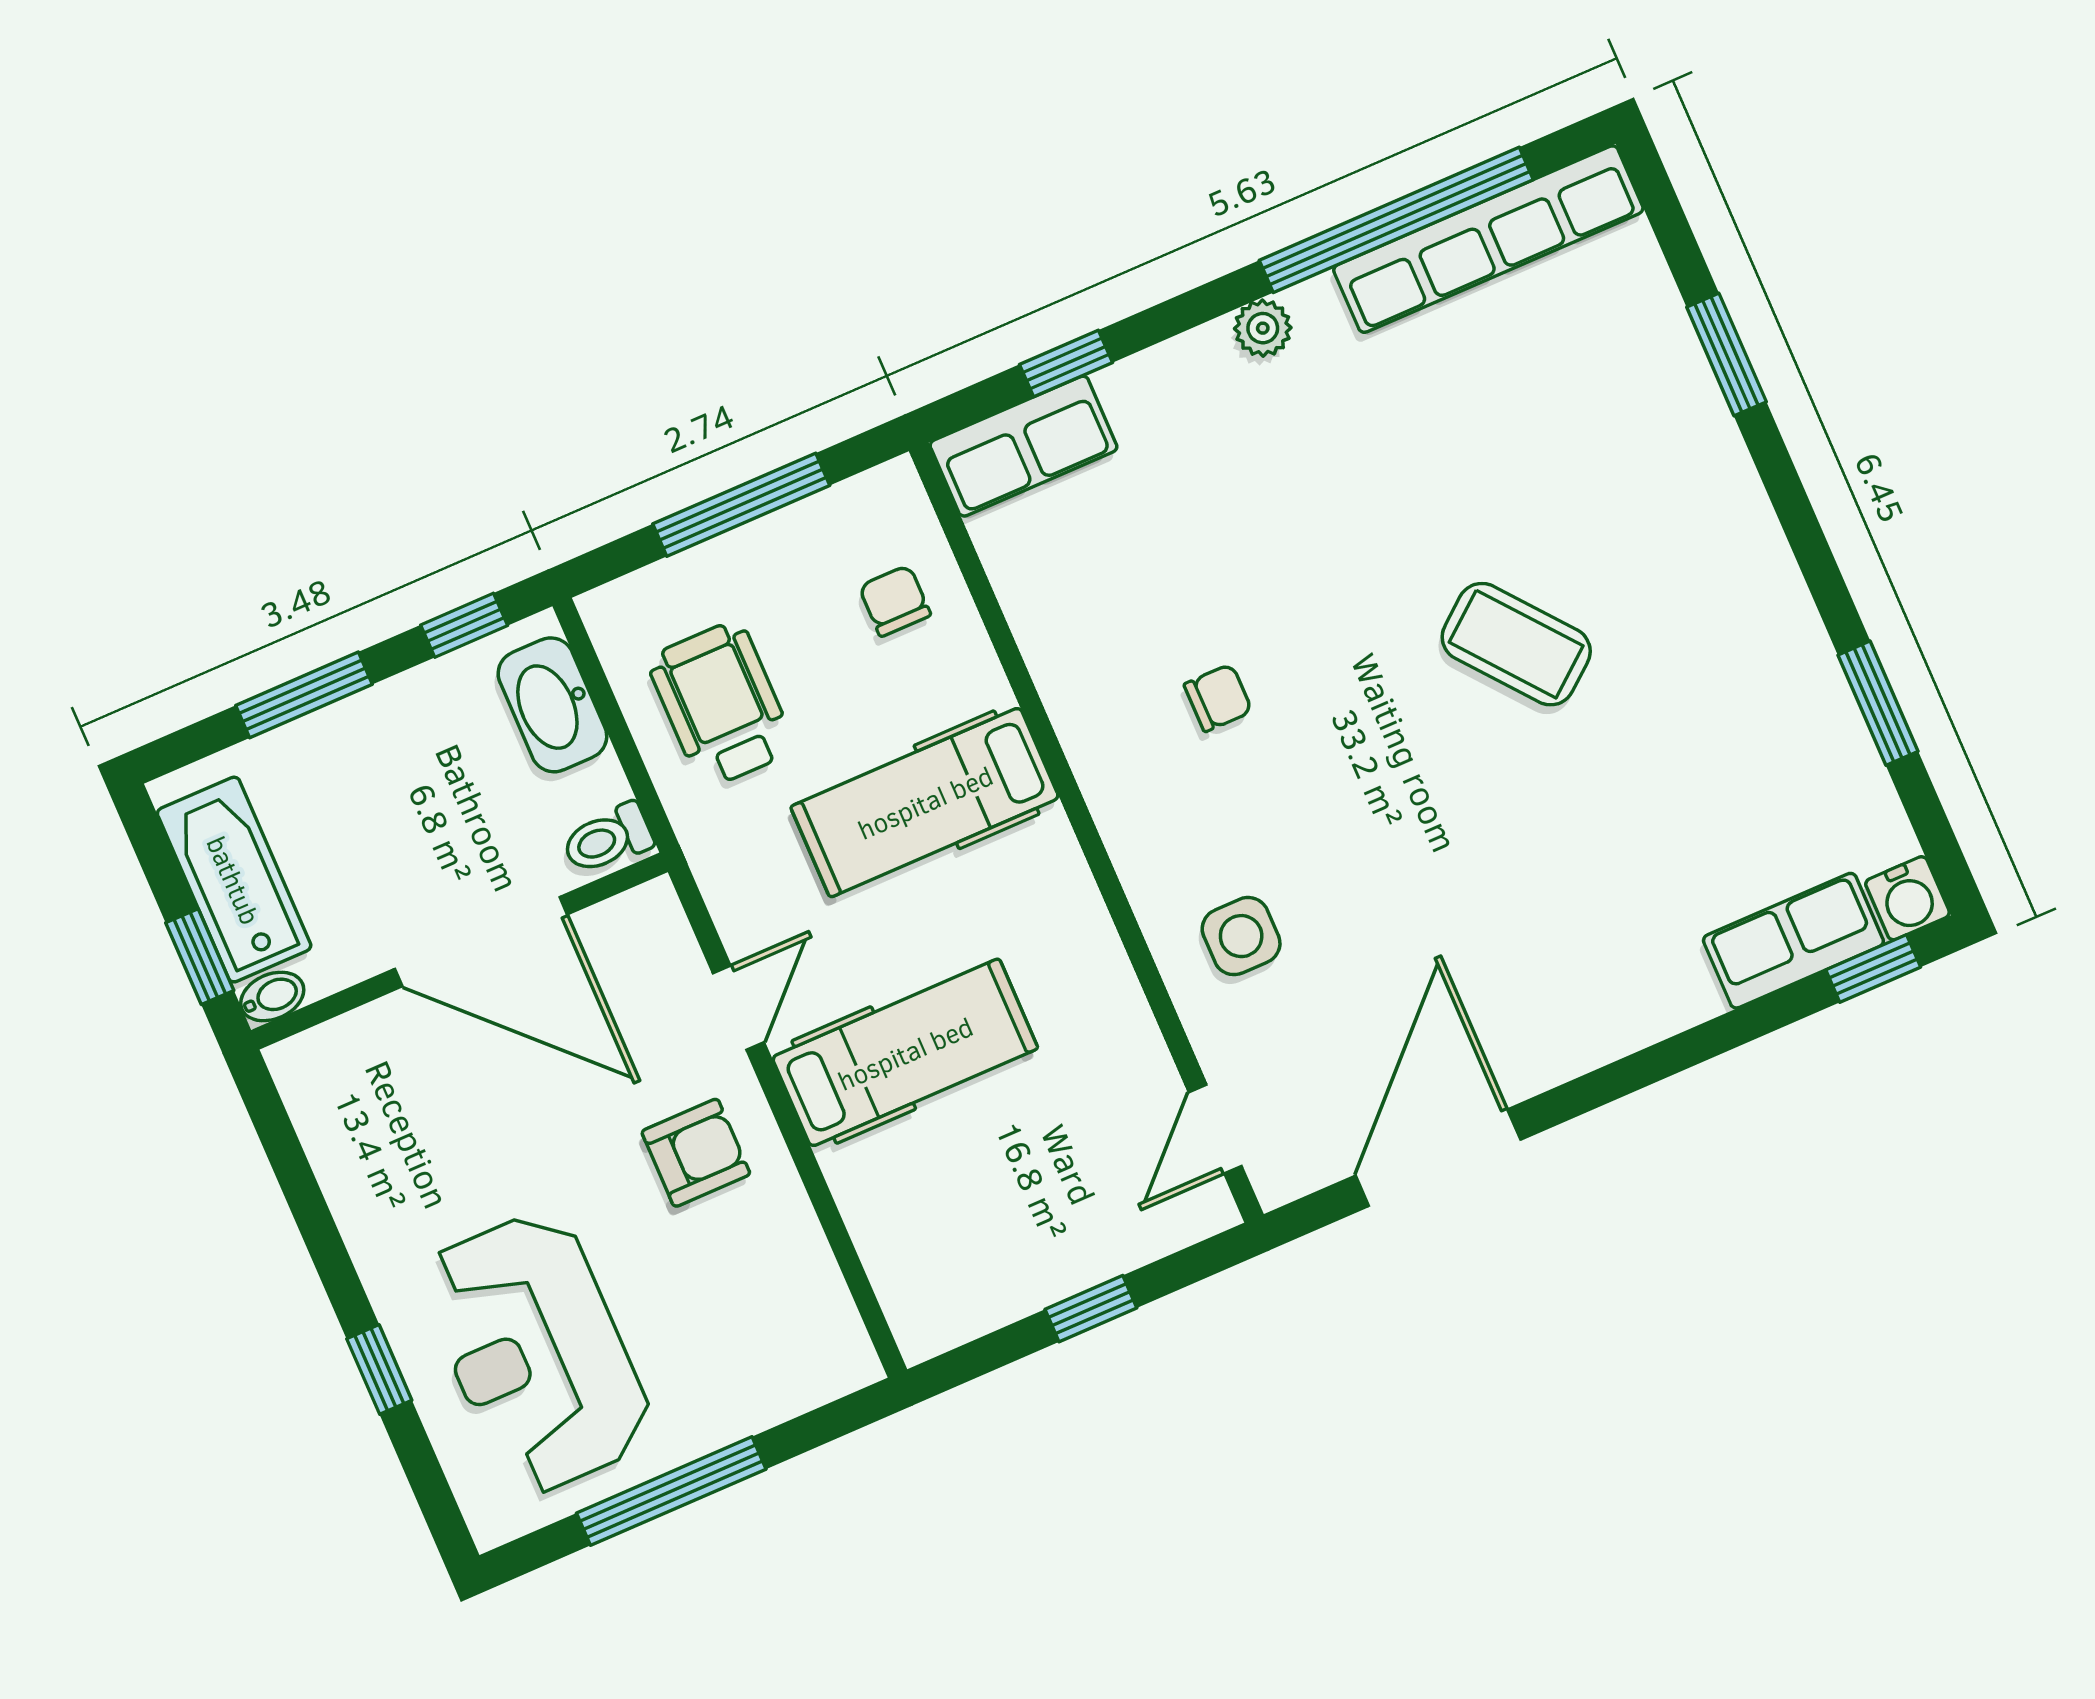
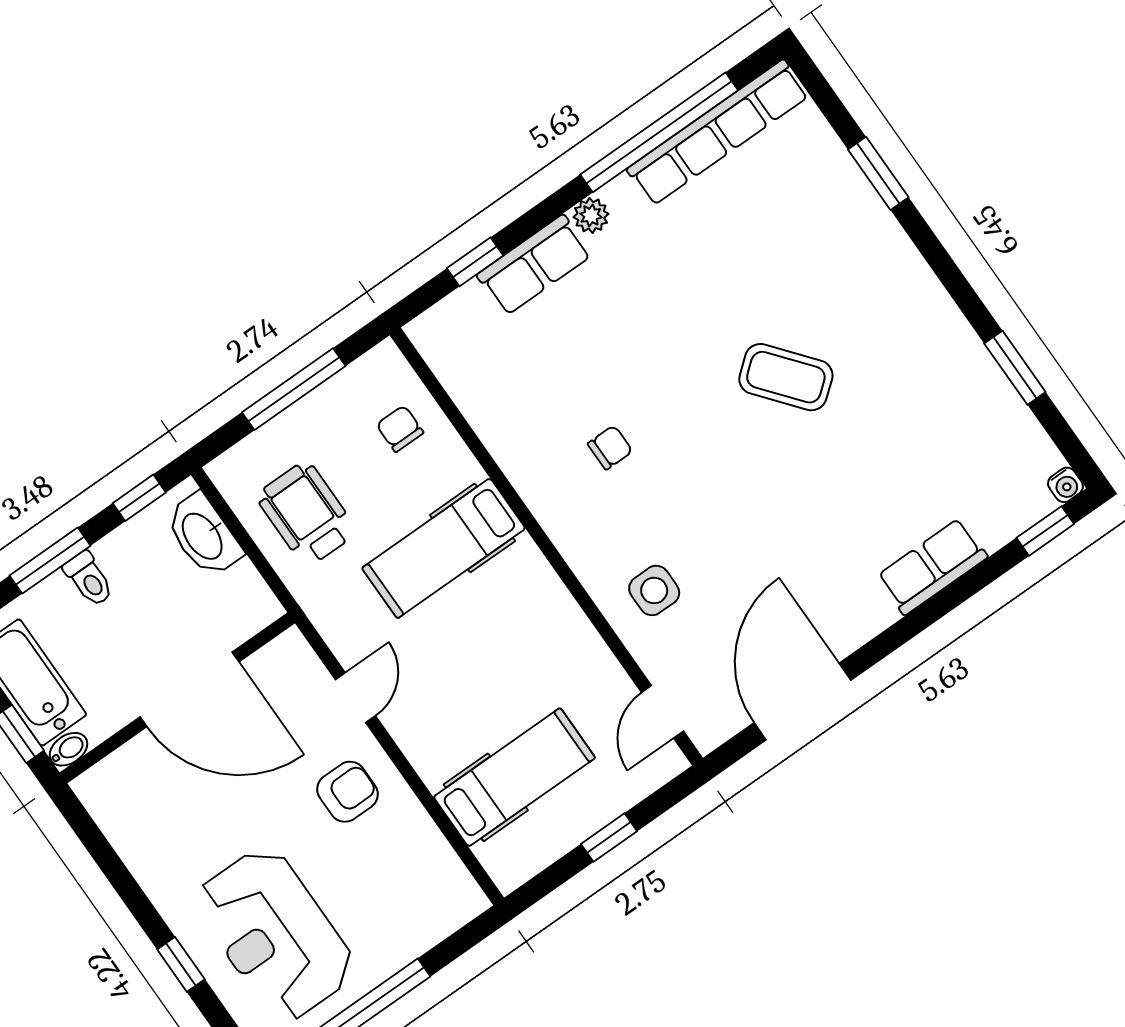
row of seats: (1023, 446) -> (534, 265), moved
toilet: (608, 839) -> (89, 579), moved, turned -90
water cooler: (1907, 898) -> (1065, 485), width x0.72, depth x0.72
row of seats: (1793, 941) -> (932, 567), moved
hospital bed: (905, 1053) -> (514, 777), moved

